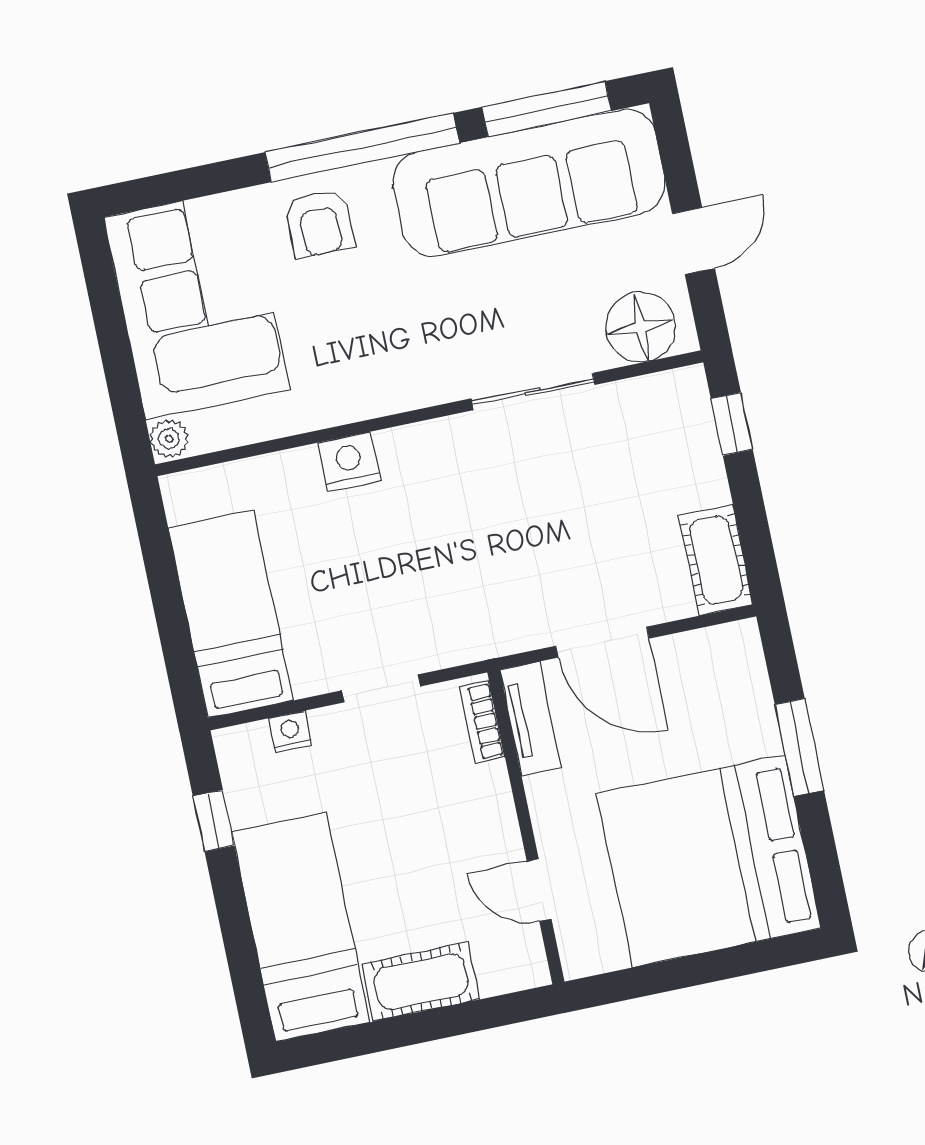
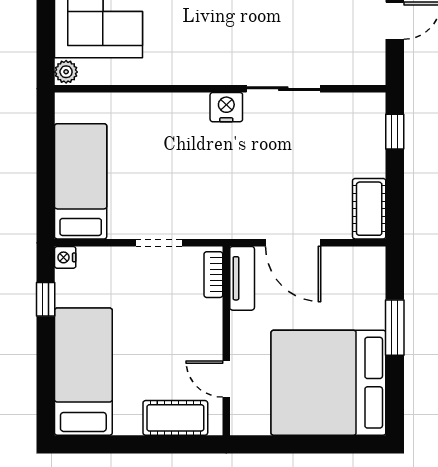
floor lamp: (641, 327) -> (354, 64), removed
nightstand: (349, 462) -> (226, 107), moved
nightstand: (290, 732) -> (65, 257), moved, turned -90
cot: (421, 982) -> (175, 418), moved

